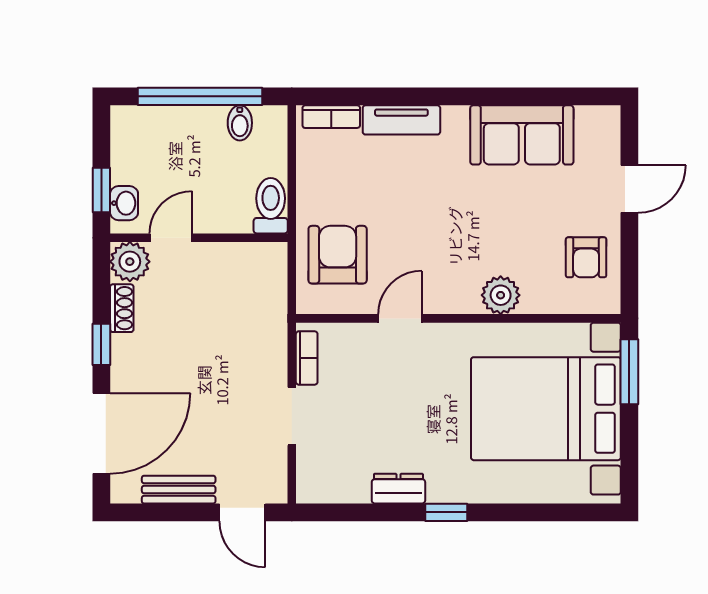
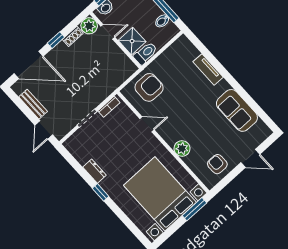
bookcase: (331, 117) -> (189, 47), removed
shower: (227, 210) -> (132, 41), added
armchair: (586, 257) -> (217, 164), turned 90

